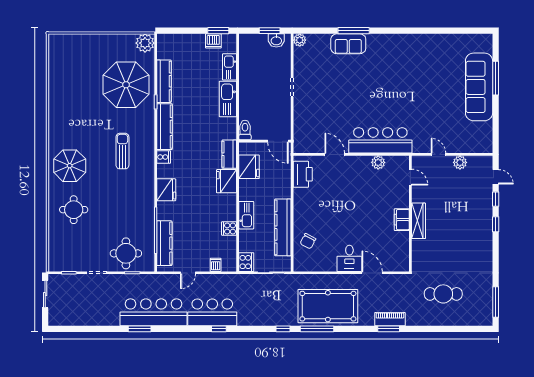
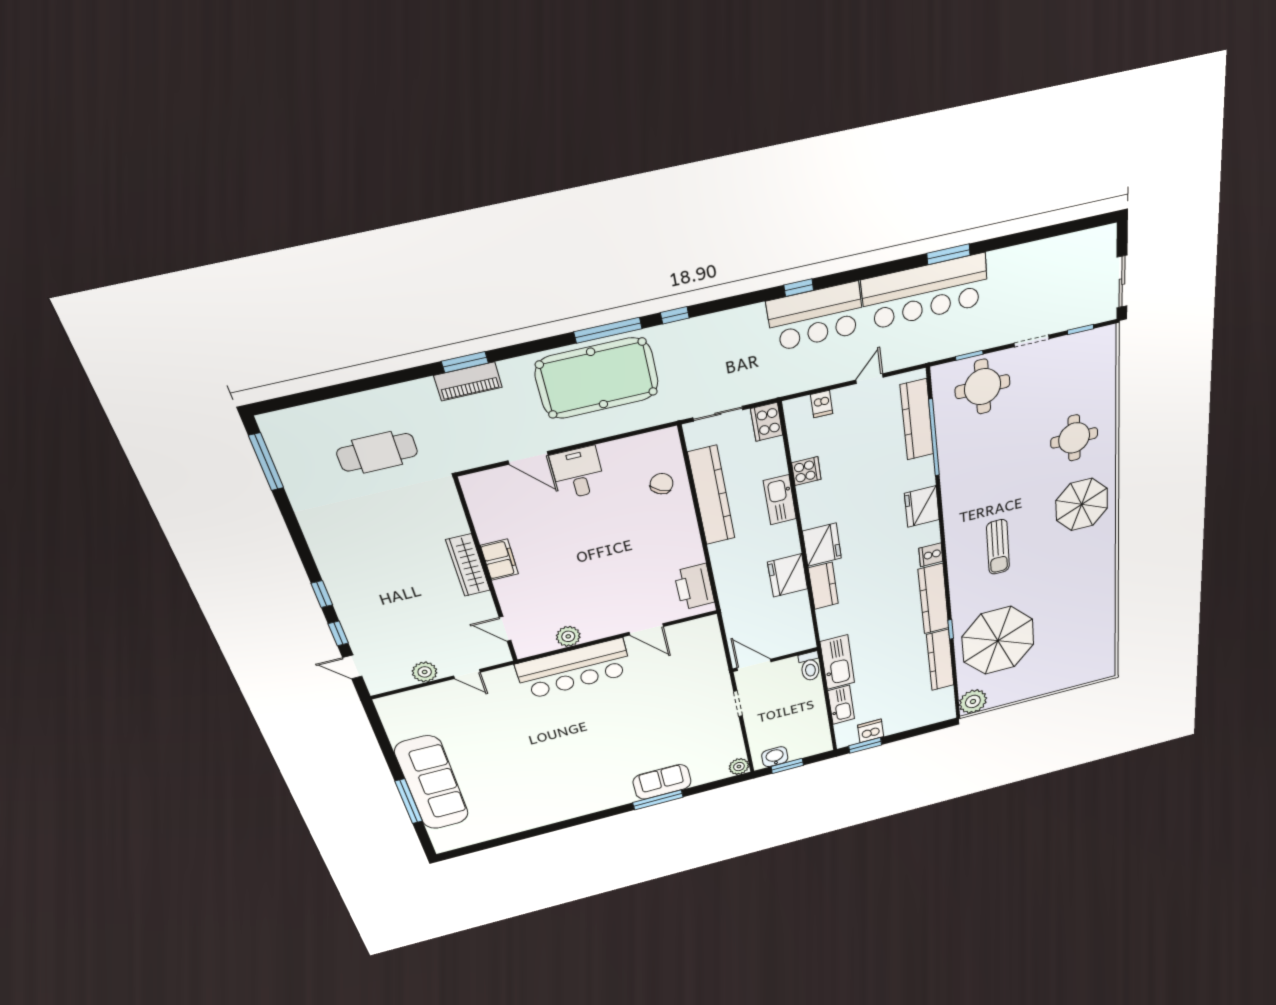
toilet: (245, 130) -> (810, 666), moved
wall: (265, 141) -> (775, 659), moved
door: (278, 141) -> (754, 665), moved

